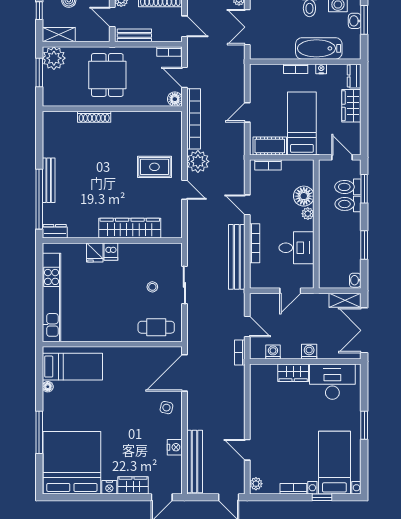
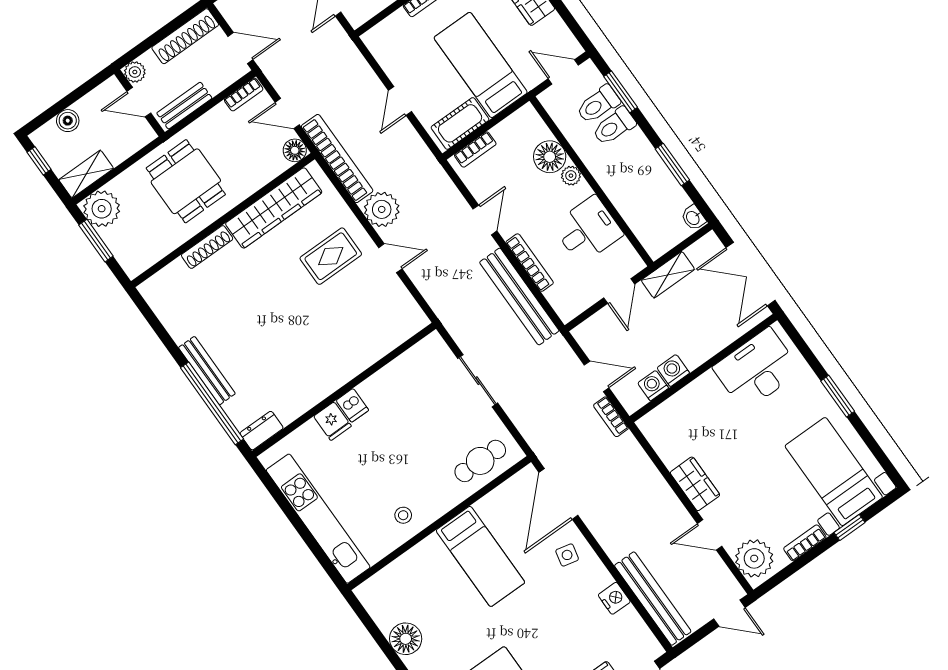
door: (247, 205) -> (485, 220), swing flipped
wardrobe: (130, 228) -> (274, 208), moved, turned 180
stool: (152, 287) -> (403, 515), moved
shelving: (345, 300) -> (668, 275), moved
washing machine: (309, 352) -> (673, 370), moved
bed: (72, 367) -> (480, 556), moved, turned 90
wardrobe: (293, 373) -> (695, 484), moved, turned -90
floor lamp: (48, 387) -> (406, 639), width x1.89, depth x1.89
plant: (256, 484) -> (754, 558), width x1.88, depth x1.88

